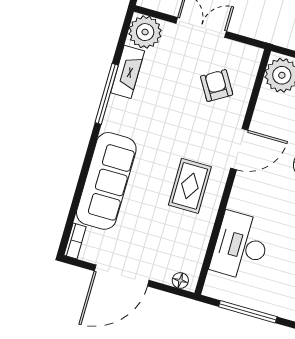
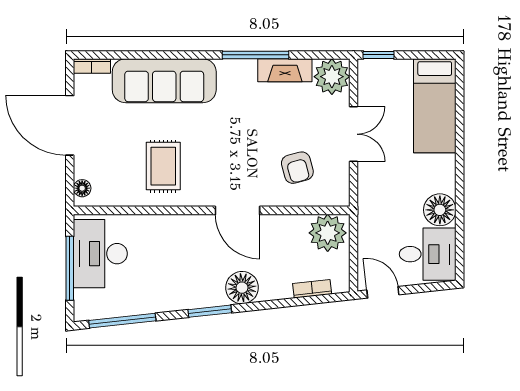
armchair: (217, 86) -> (297, 168), turned 106
rug: (190, 186) -> (163, 166), moved, turned 90
desk: (241, 246) -> (100, 254), moved, turned -90

